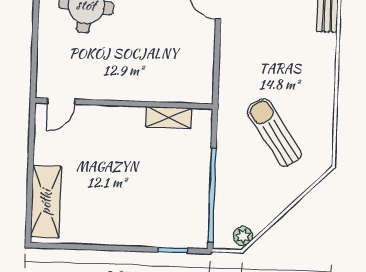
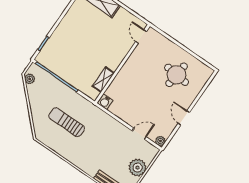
water cooler: (202, 92) -> (105, 102), added
sun lounger: (274, 133) -> (67, 122), turned -146

